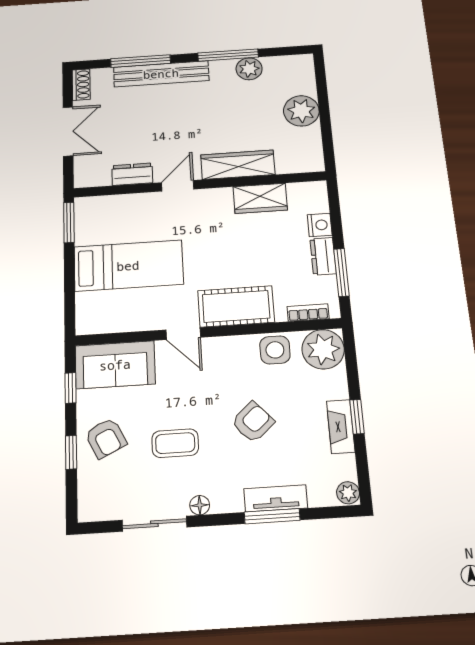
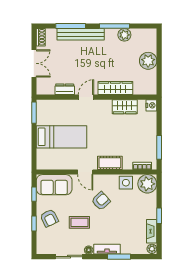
nightstand: (320, 225) -> (151, 105), moved
dresser: (323, 256) -> (151, 139), removed
cot: (236, 306) -> (110, 163), width x0.73, depth x0.75
armchair: (253, 422) -> (101, 201), moved
fireplace: (341, 427) -> (152, 231), moved
tv unit: (276, 498) -> (107, 249), moved

